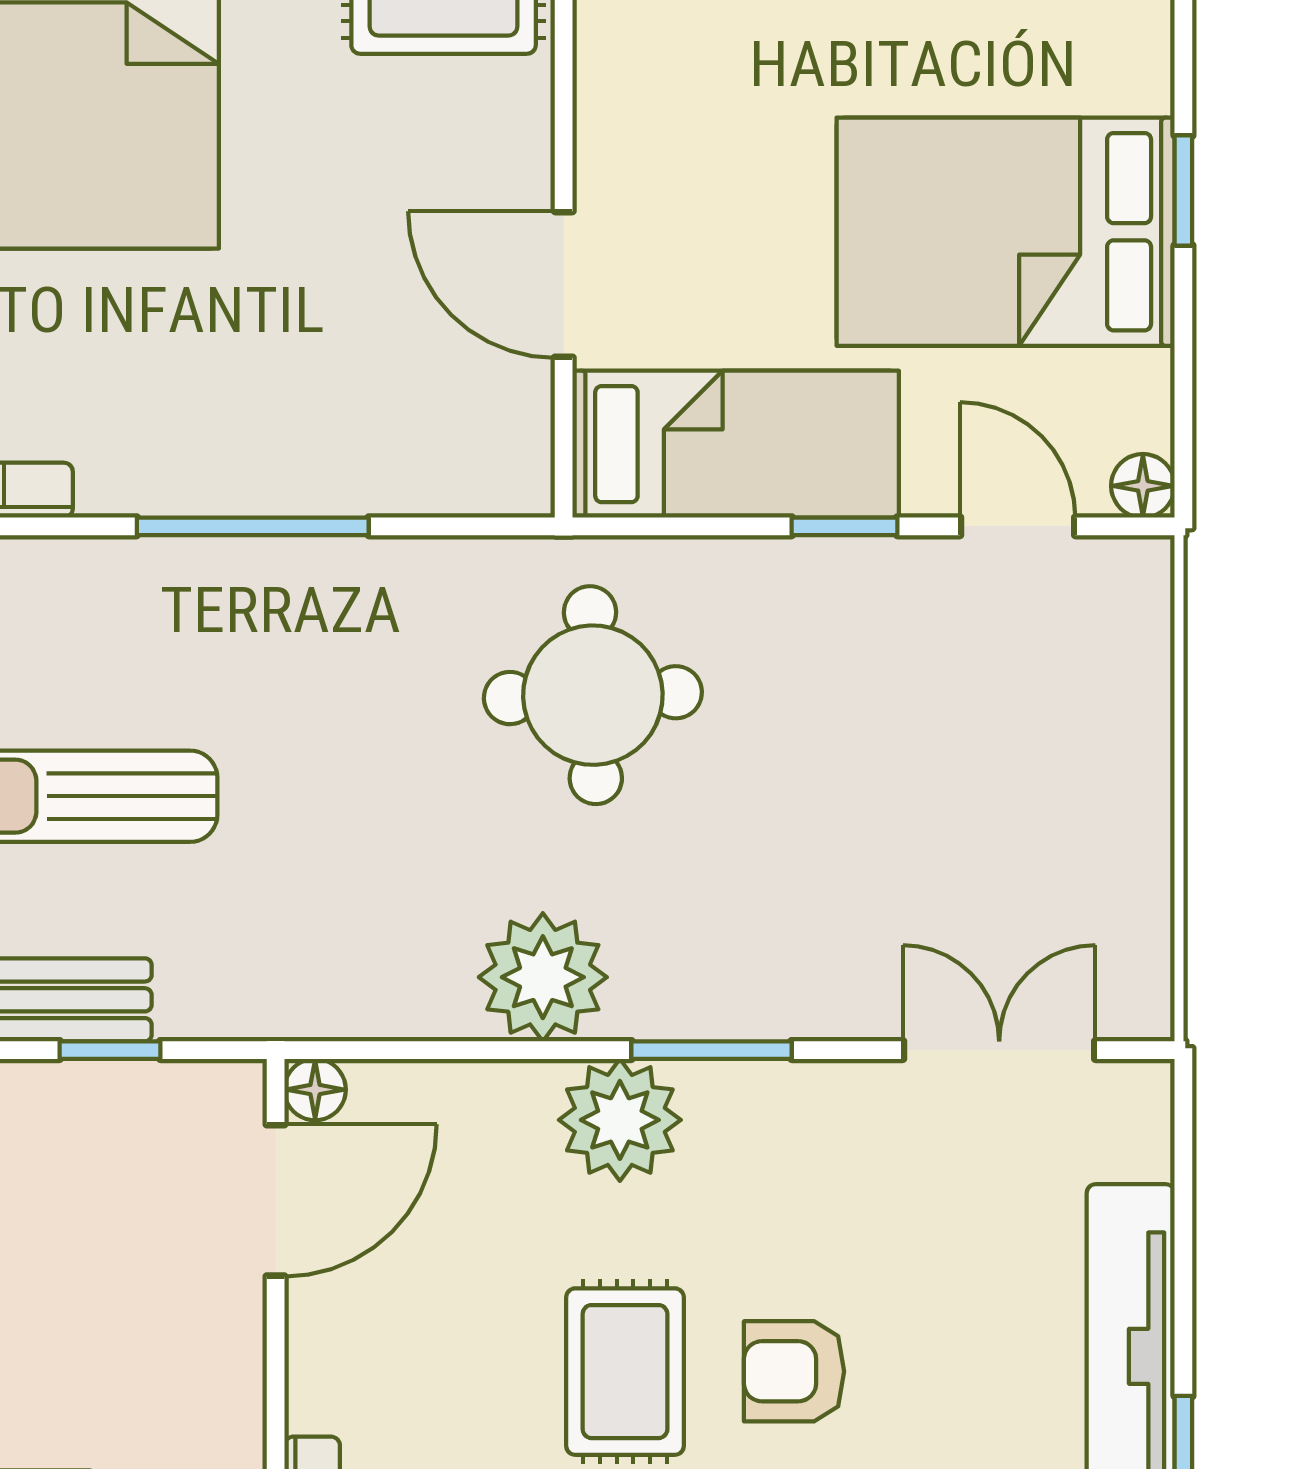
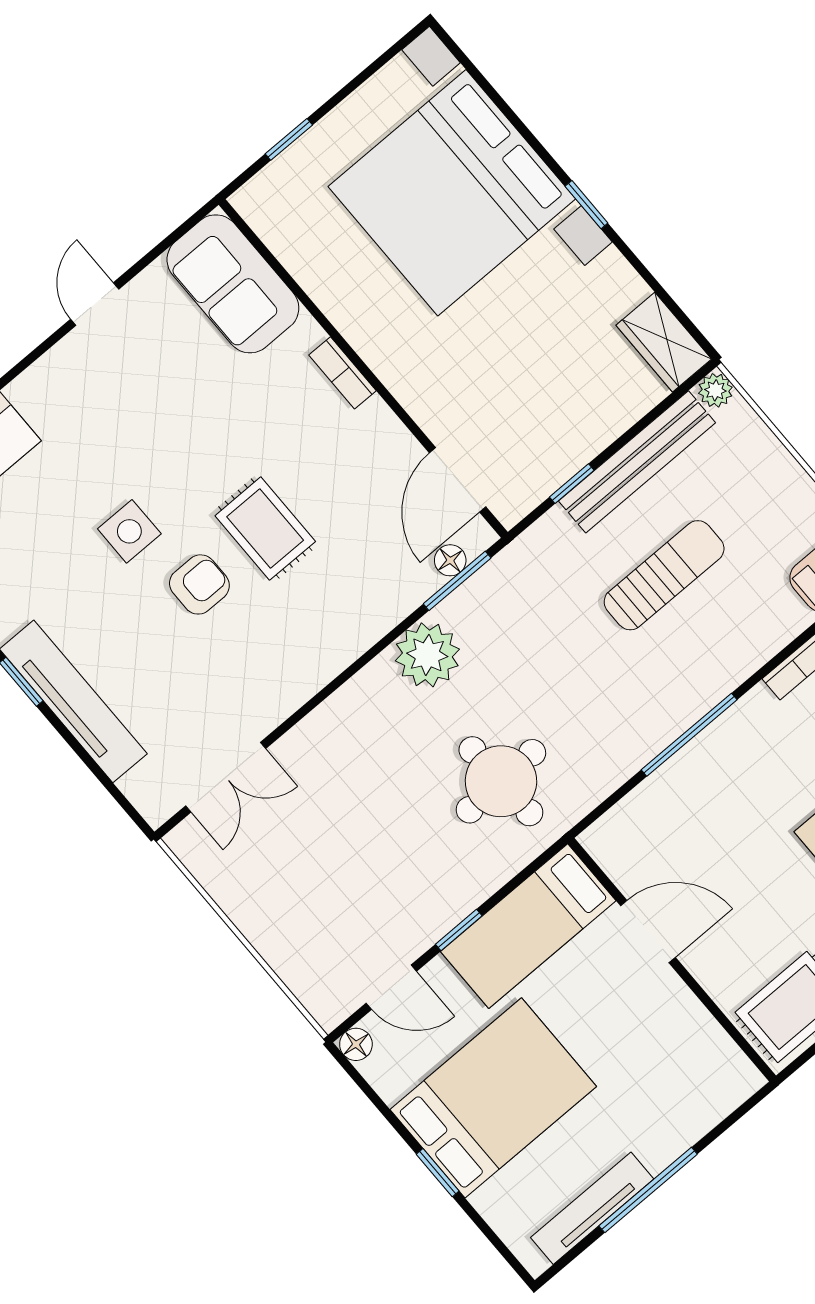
window: (712, 1050) -> (457, 581), moved
floor lamp: (315, 1090) -> (450, 560), moved
plant: (620, 1120) -> (350, 625), removed

